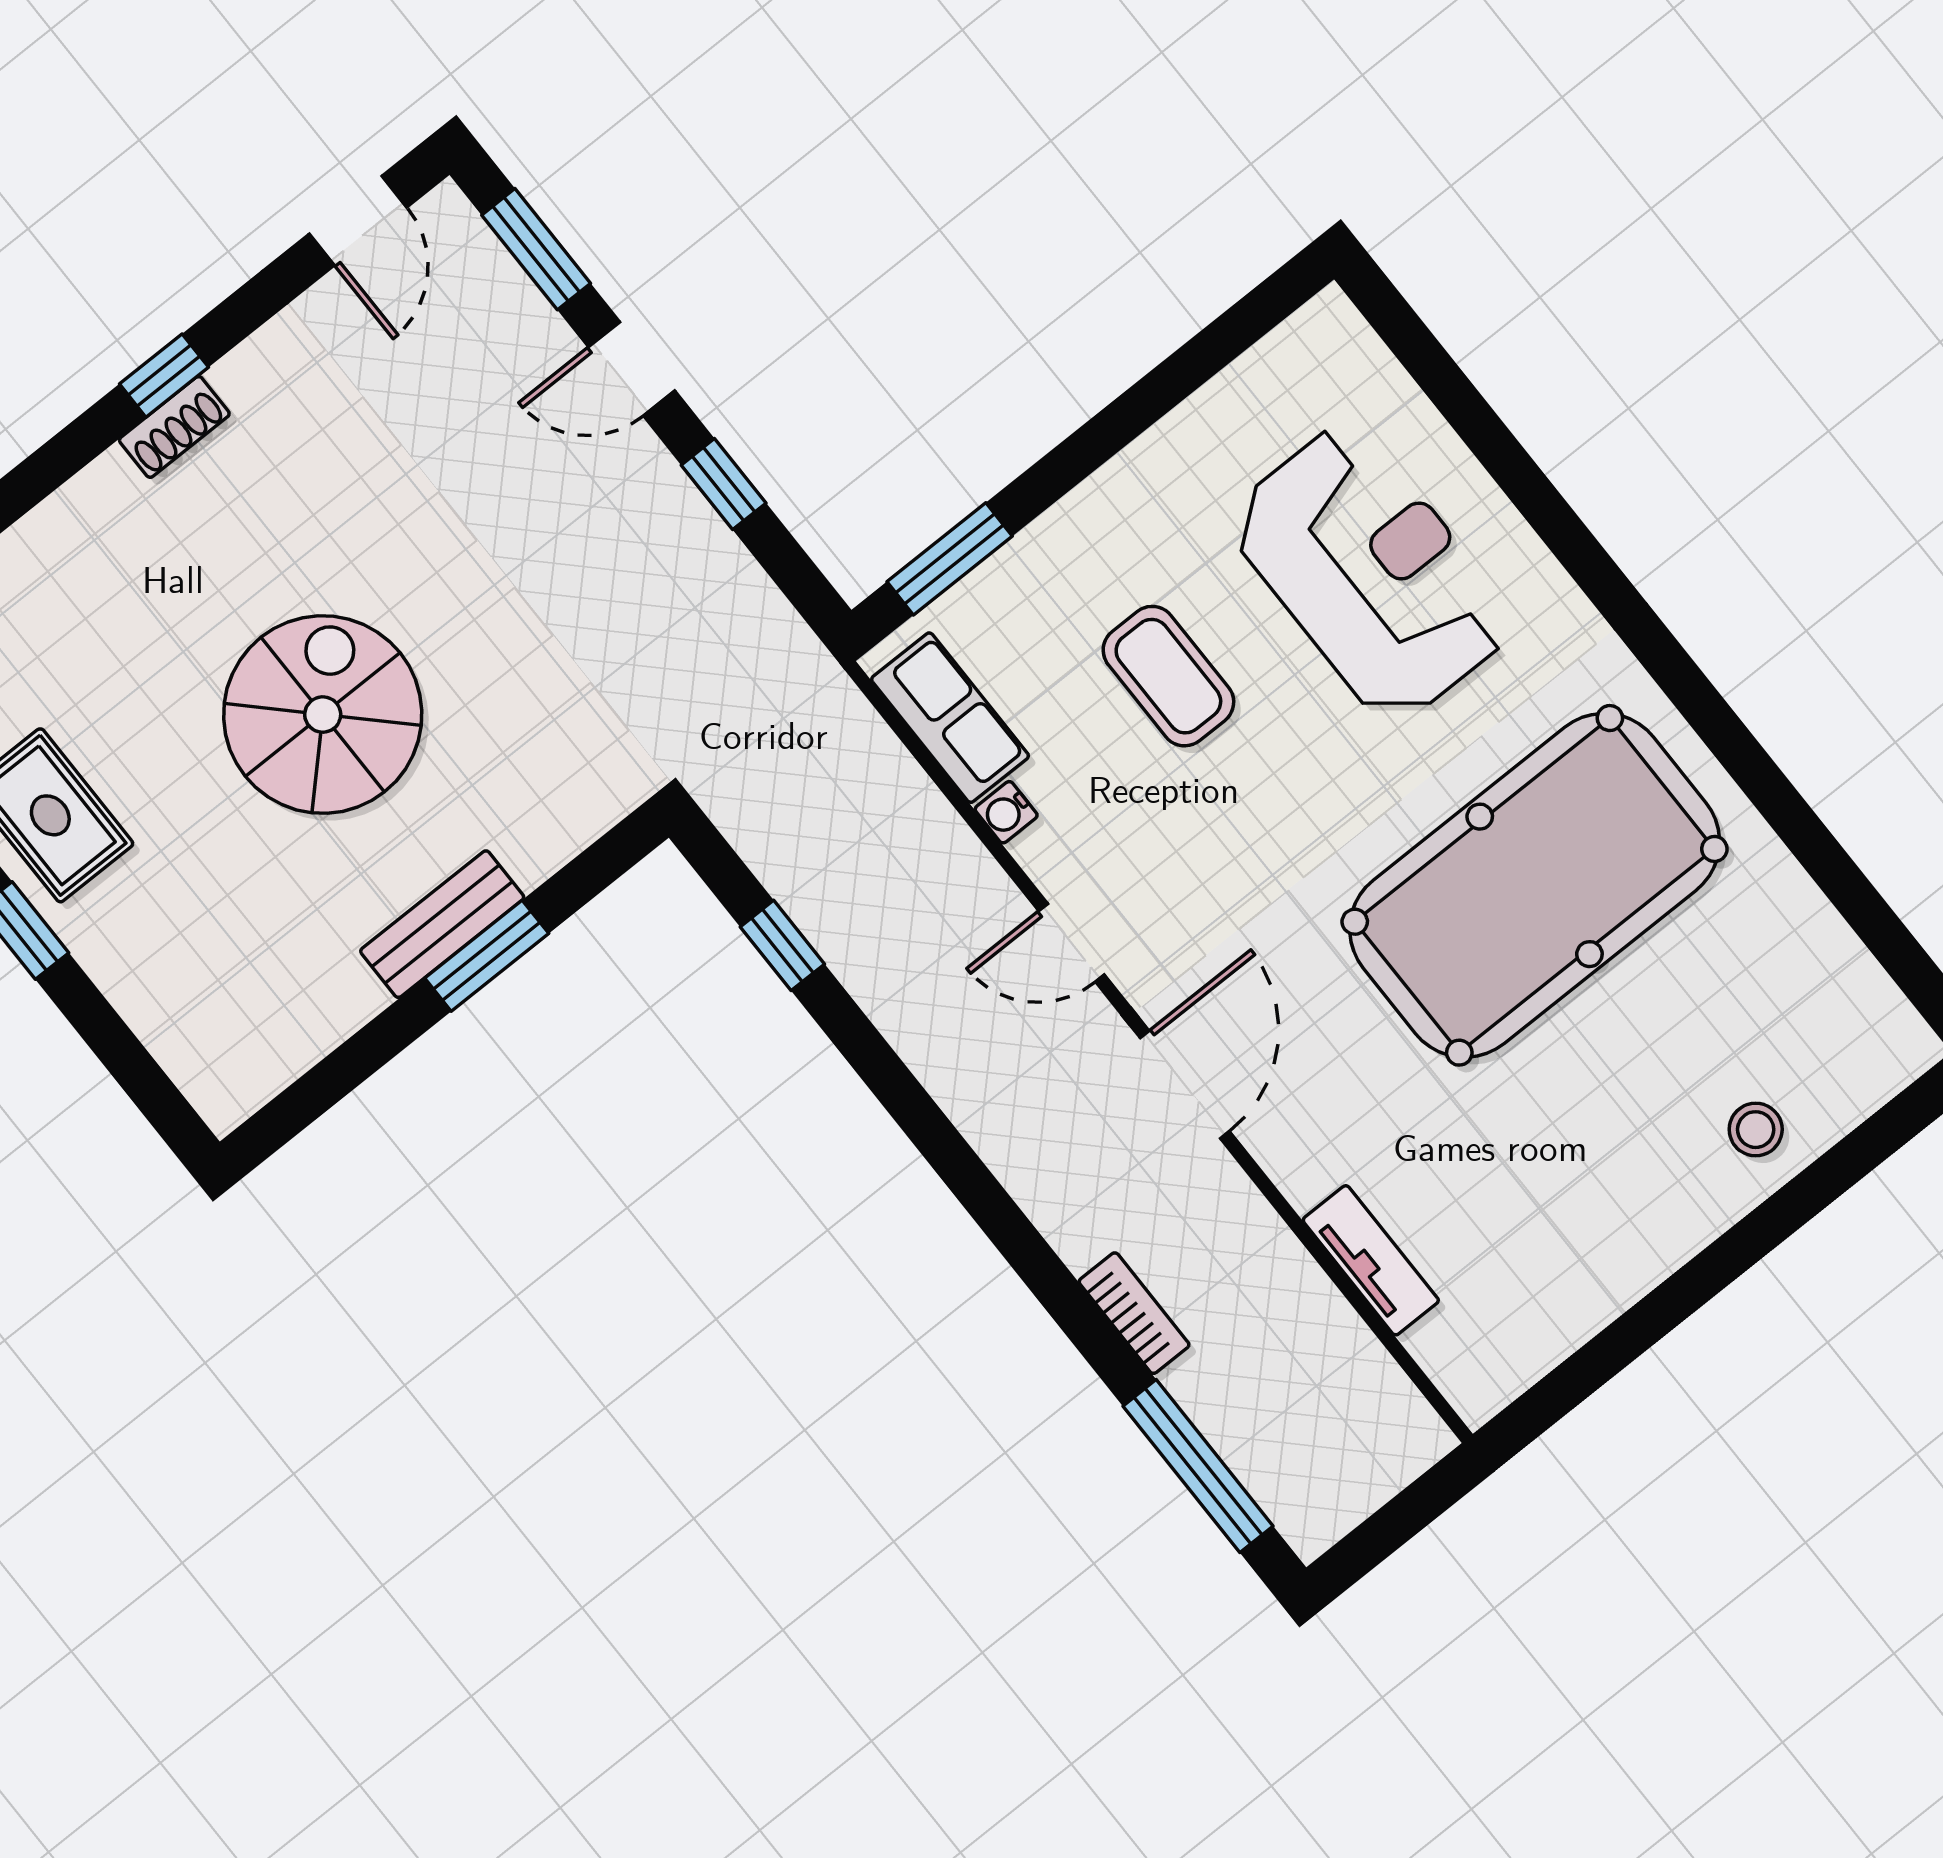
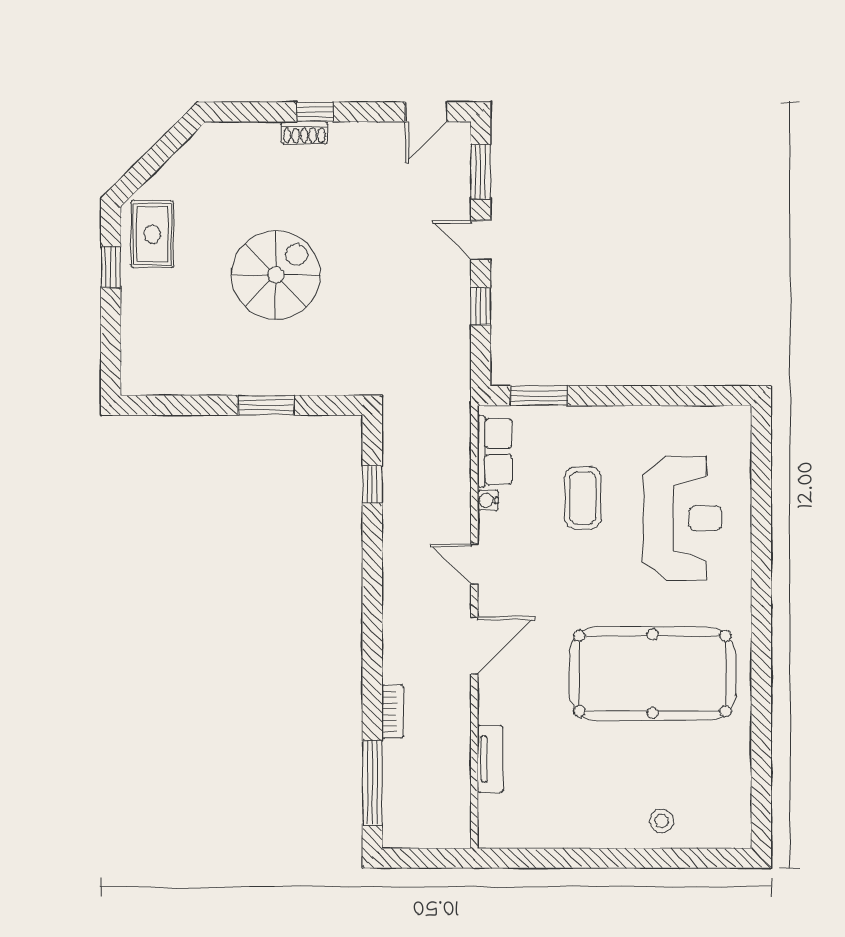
bench: (442, 924) -> (259, 382), removed

